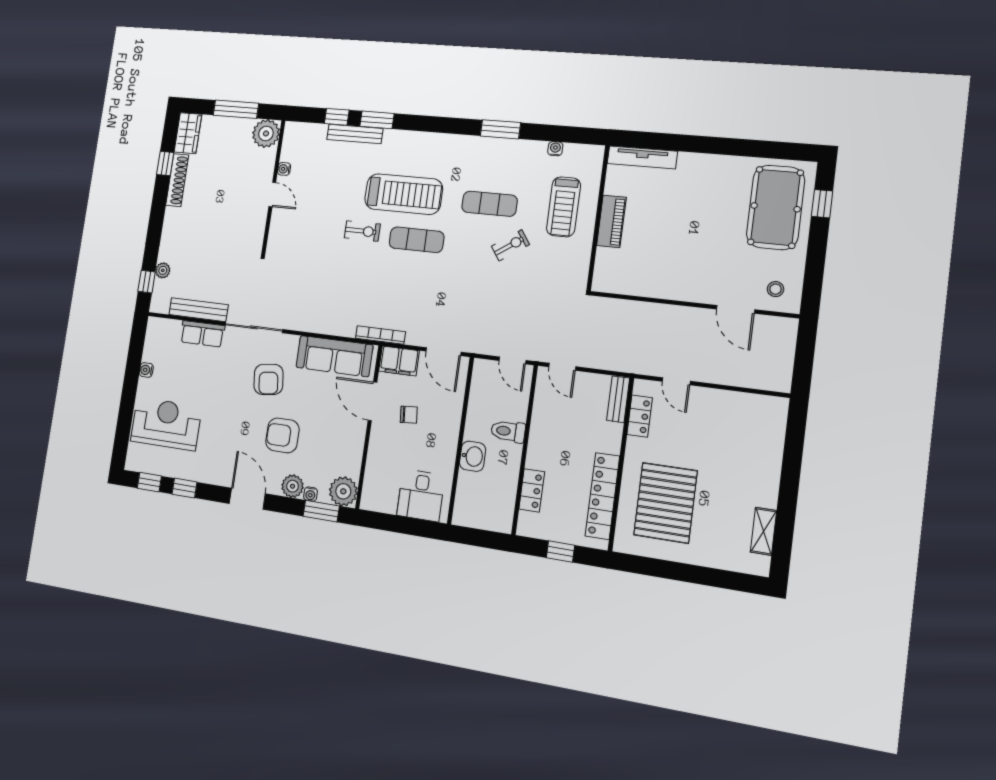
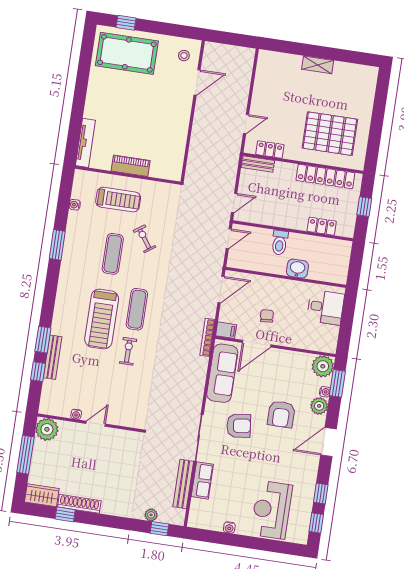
treadmill: (404, 194) -> (102, 319), turned 180
filing cabinet: (399, 361) -> (226, 330), width x0.50
shelving: (764, 531) -> (318, 65), moved

